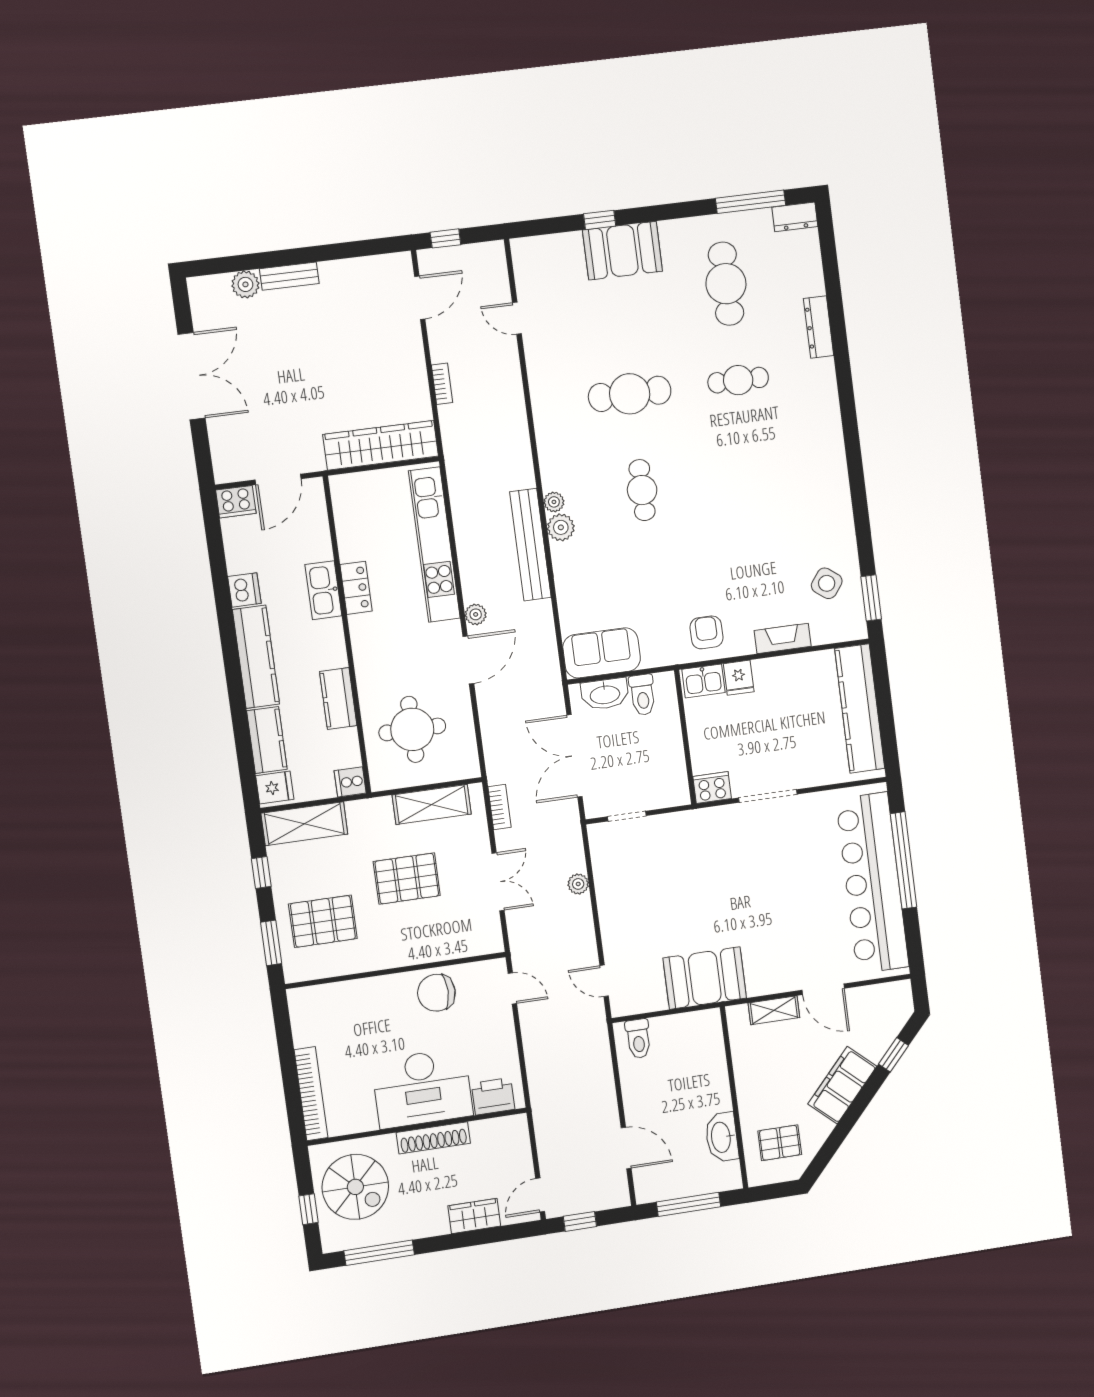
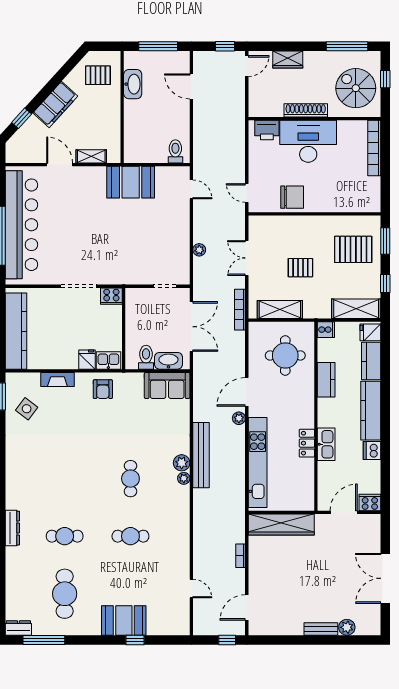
dresser: (819, 327) -> (12, 528), moved
cafe table: (630, 394) -> (130, 536), width x0.73, depth x0.74
bookcase: (499, 807) -> (240, 310), width x1.56
pallet: (407, 879) -> (300, 268), width x0.67, depth x0.71

